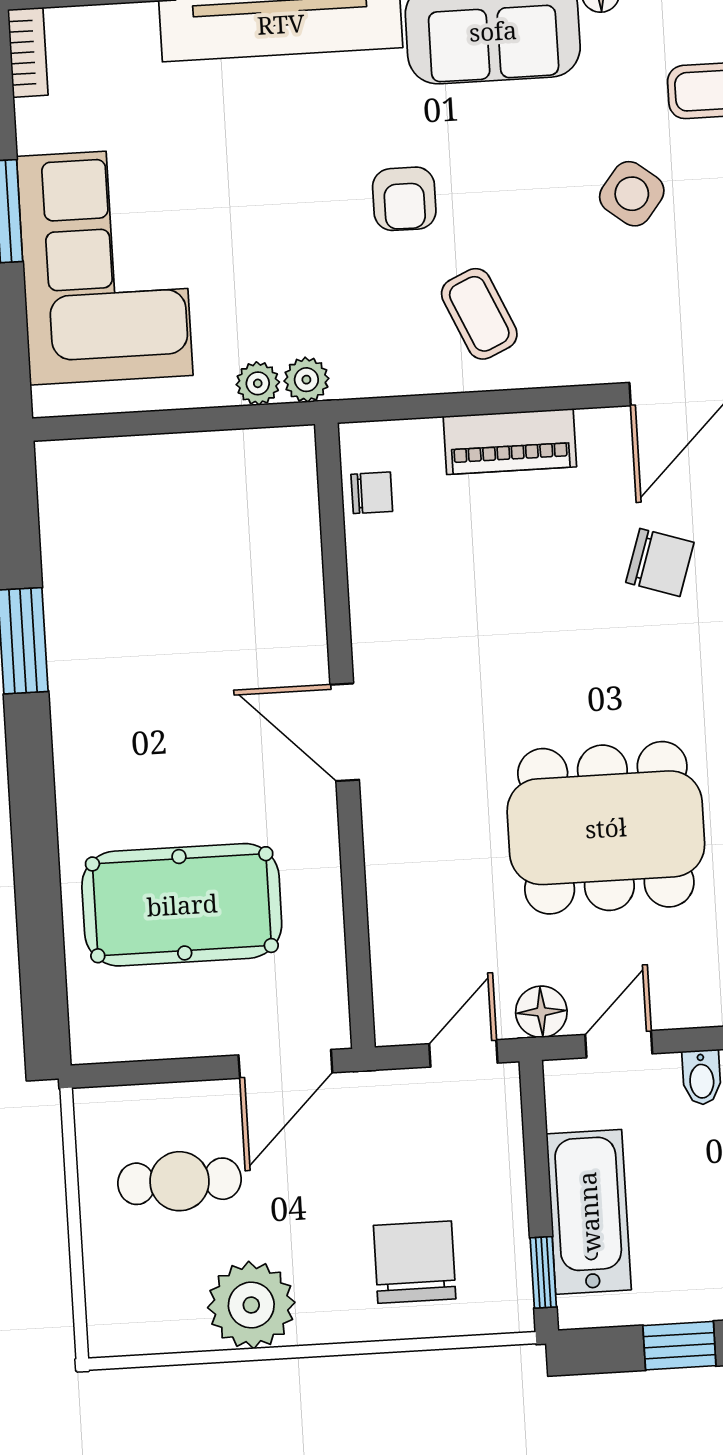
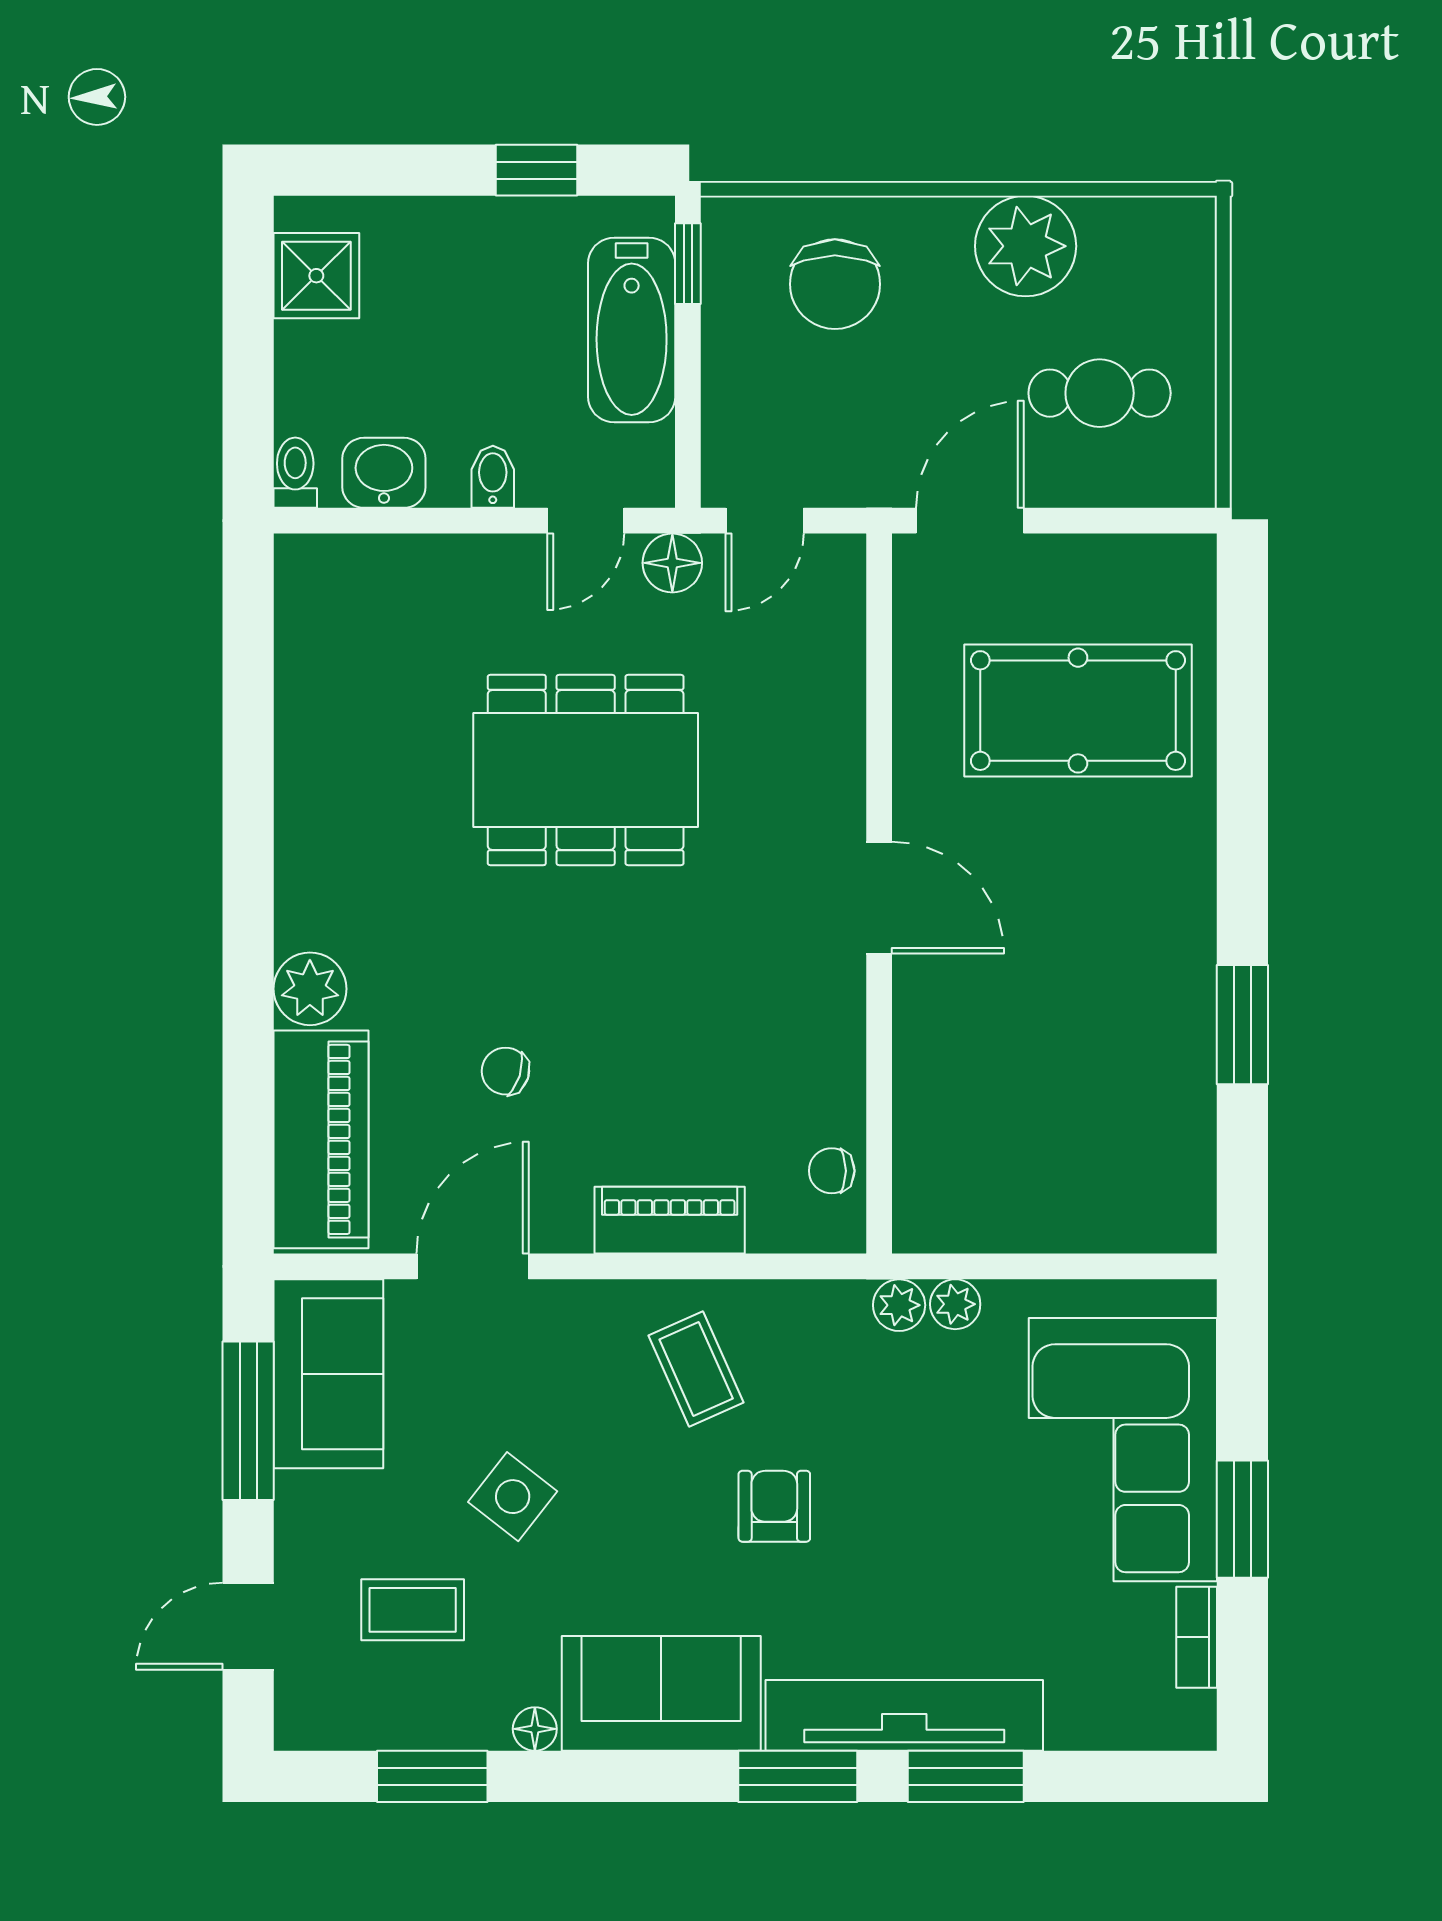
bookcase: (28, 52) -> (1197, 1637), moved
chair: (660, 562) -> (505, 1071), width x0.73, depth x0.73

